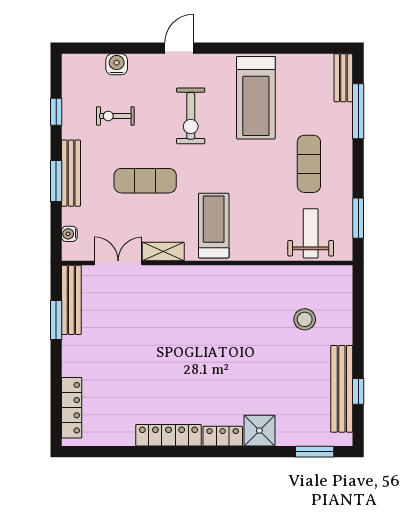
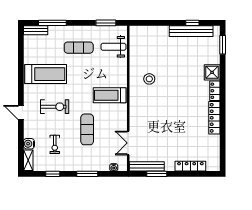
bench: (71, 173) -> (83, 167), removed
shelving: (163, 251) -> (28, 160), moved
stool: (305, 319) -> (149, 79), moved
locker: (72, 408) -> (190, 166), moved

